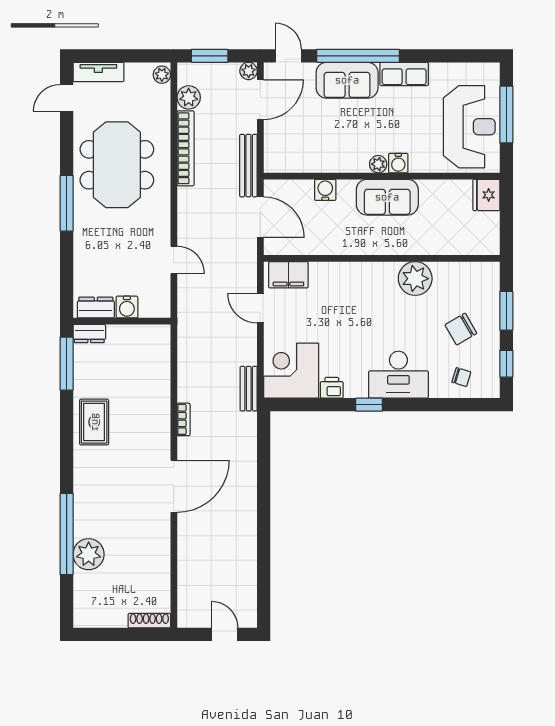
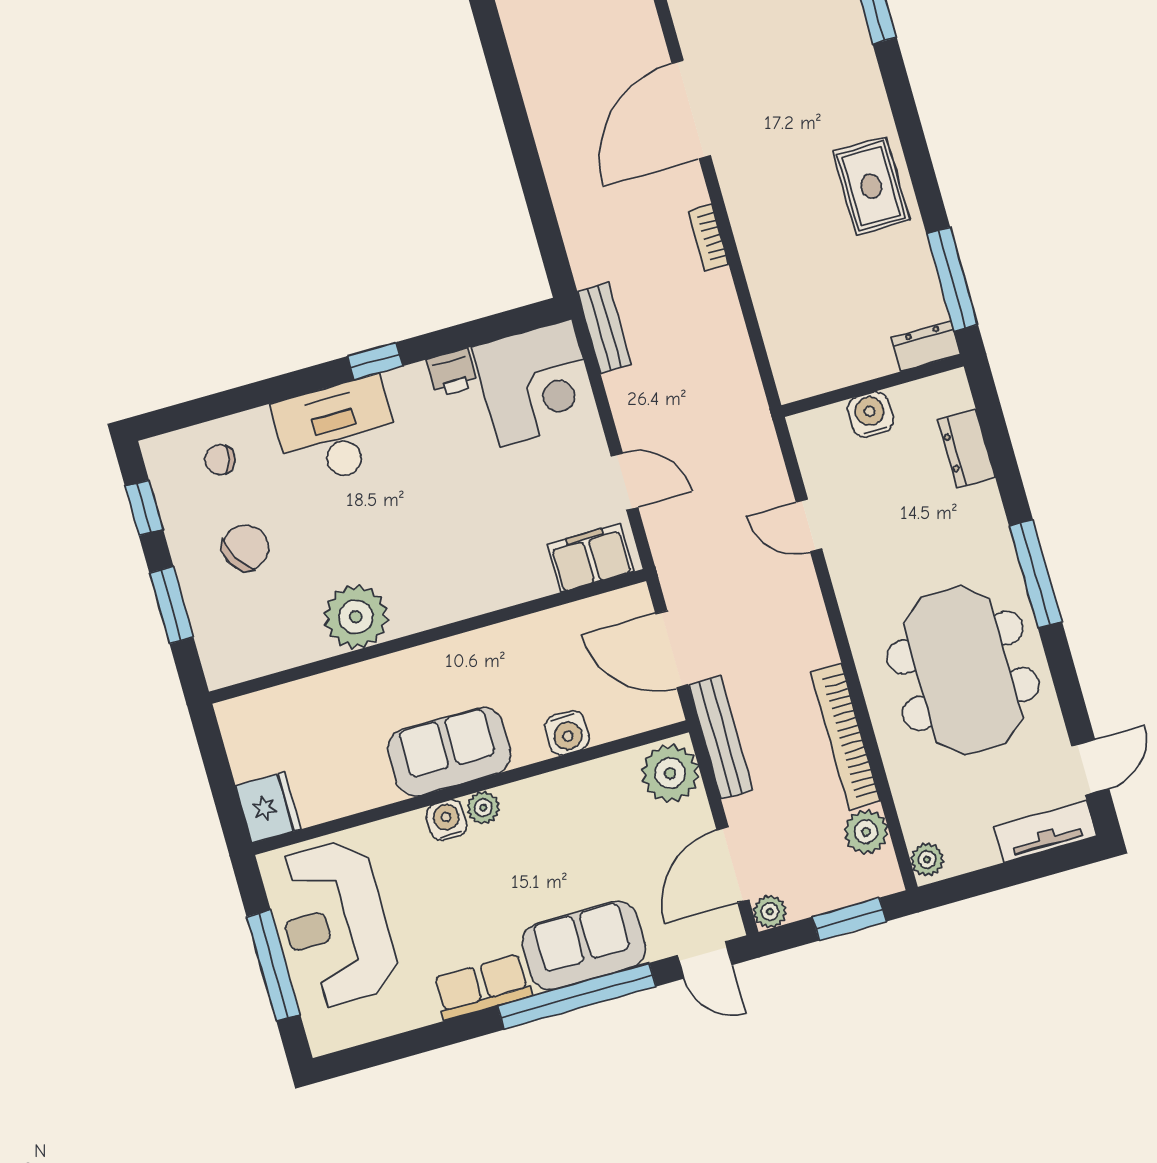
plant: (279, 155) -> (670, 773), added
dresser: (96, 308) -> (966, 449), moved, turned 90

